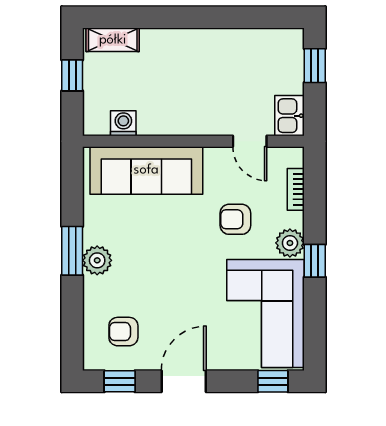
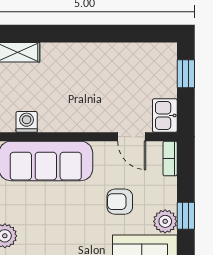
bookcase: (296, 189) -> (170, 159), moved
window: (315, 261) -> (186, 216), moved

